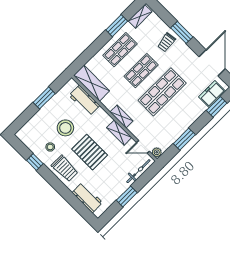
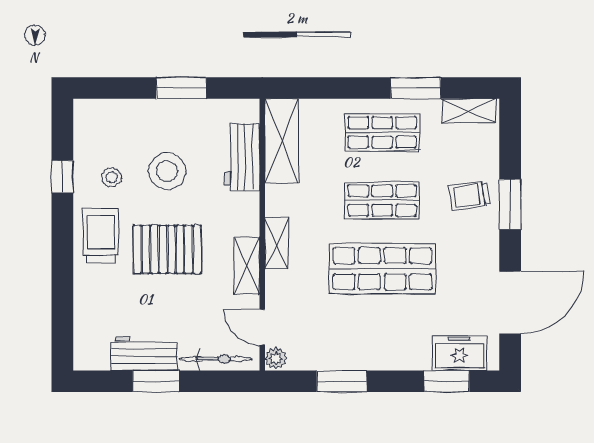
pallet: (90, 152) -> (167, 249), turned 90
trolley: (65, 168) -> (101, 236), turned 180
workbench: (87, 198) -> (144, 353), moved, turned -90

